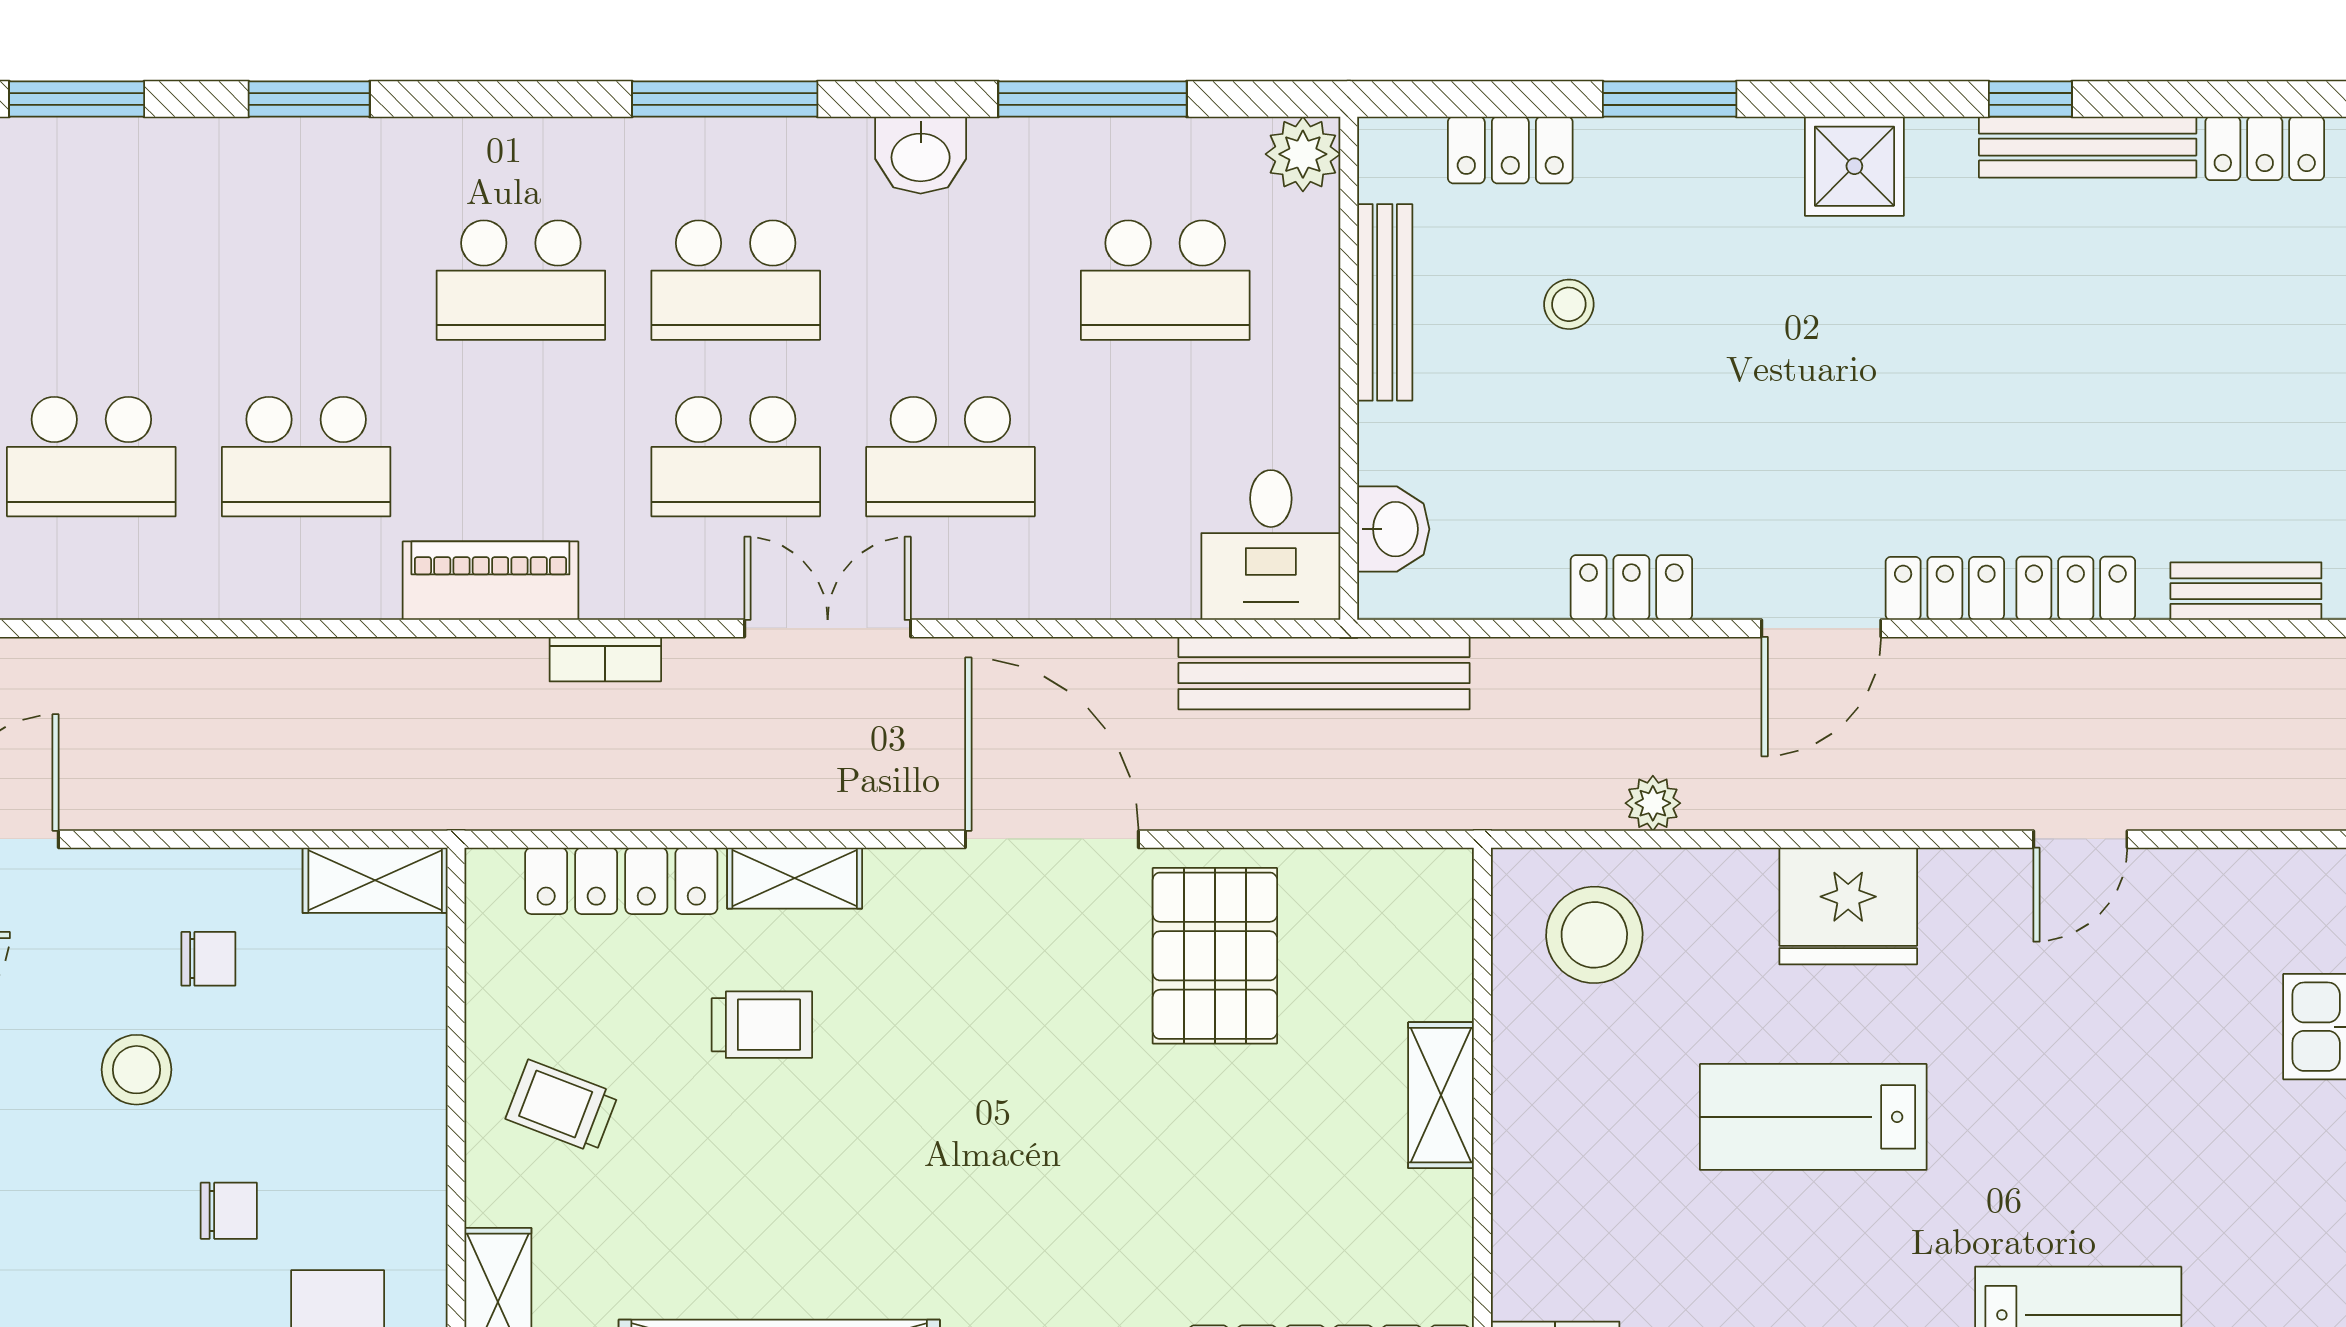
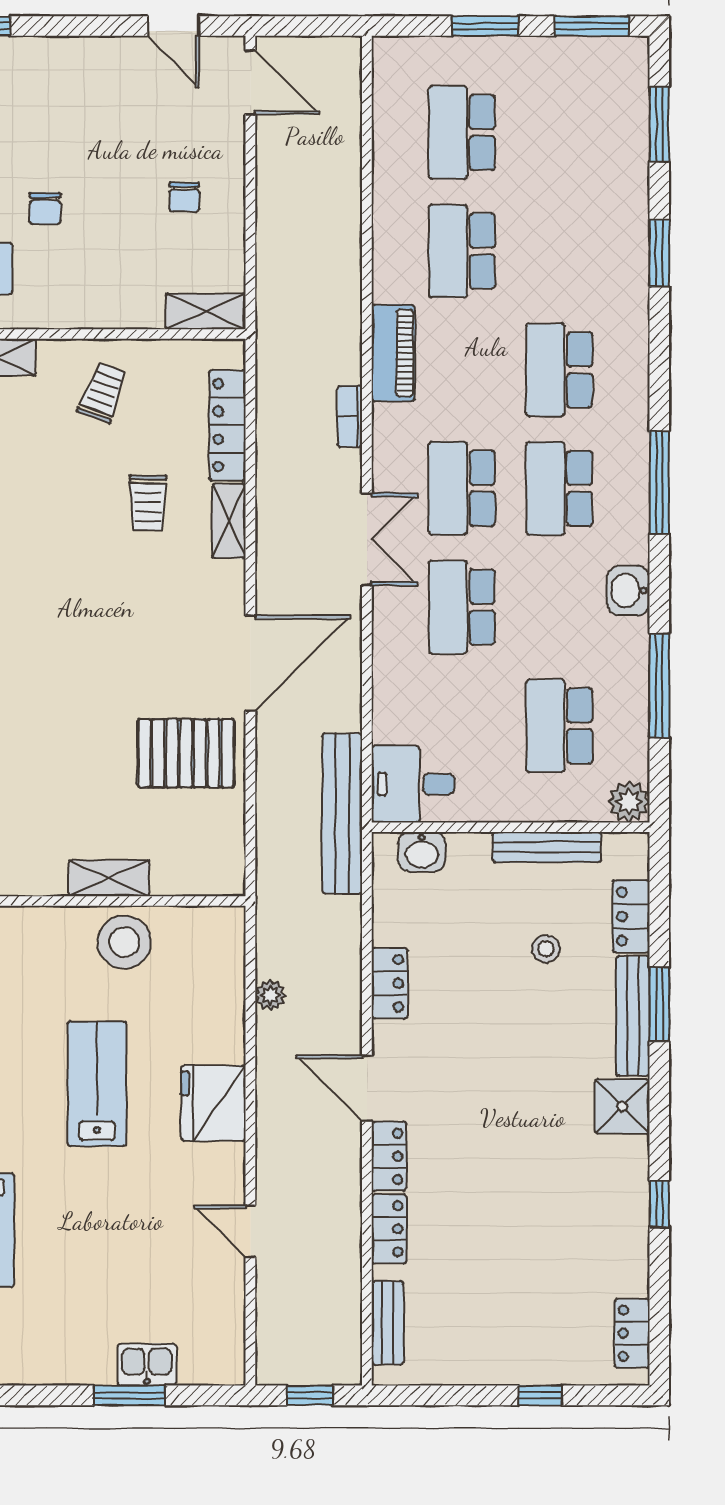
bench: (2088, 147) -> (633, 1016), moved
shelving: (375, 880) -> (206, 311), moved, turned 90
stool: (1594, 935) -> (124, 942), moved
stool: (136, 1070) -> (123, 157), removed

